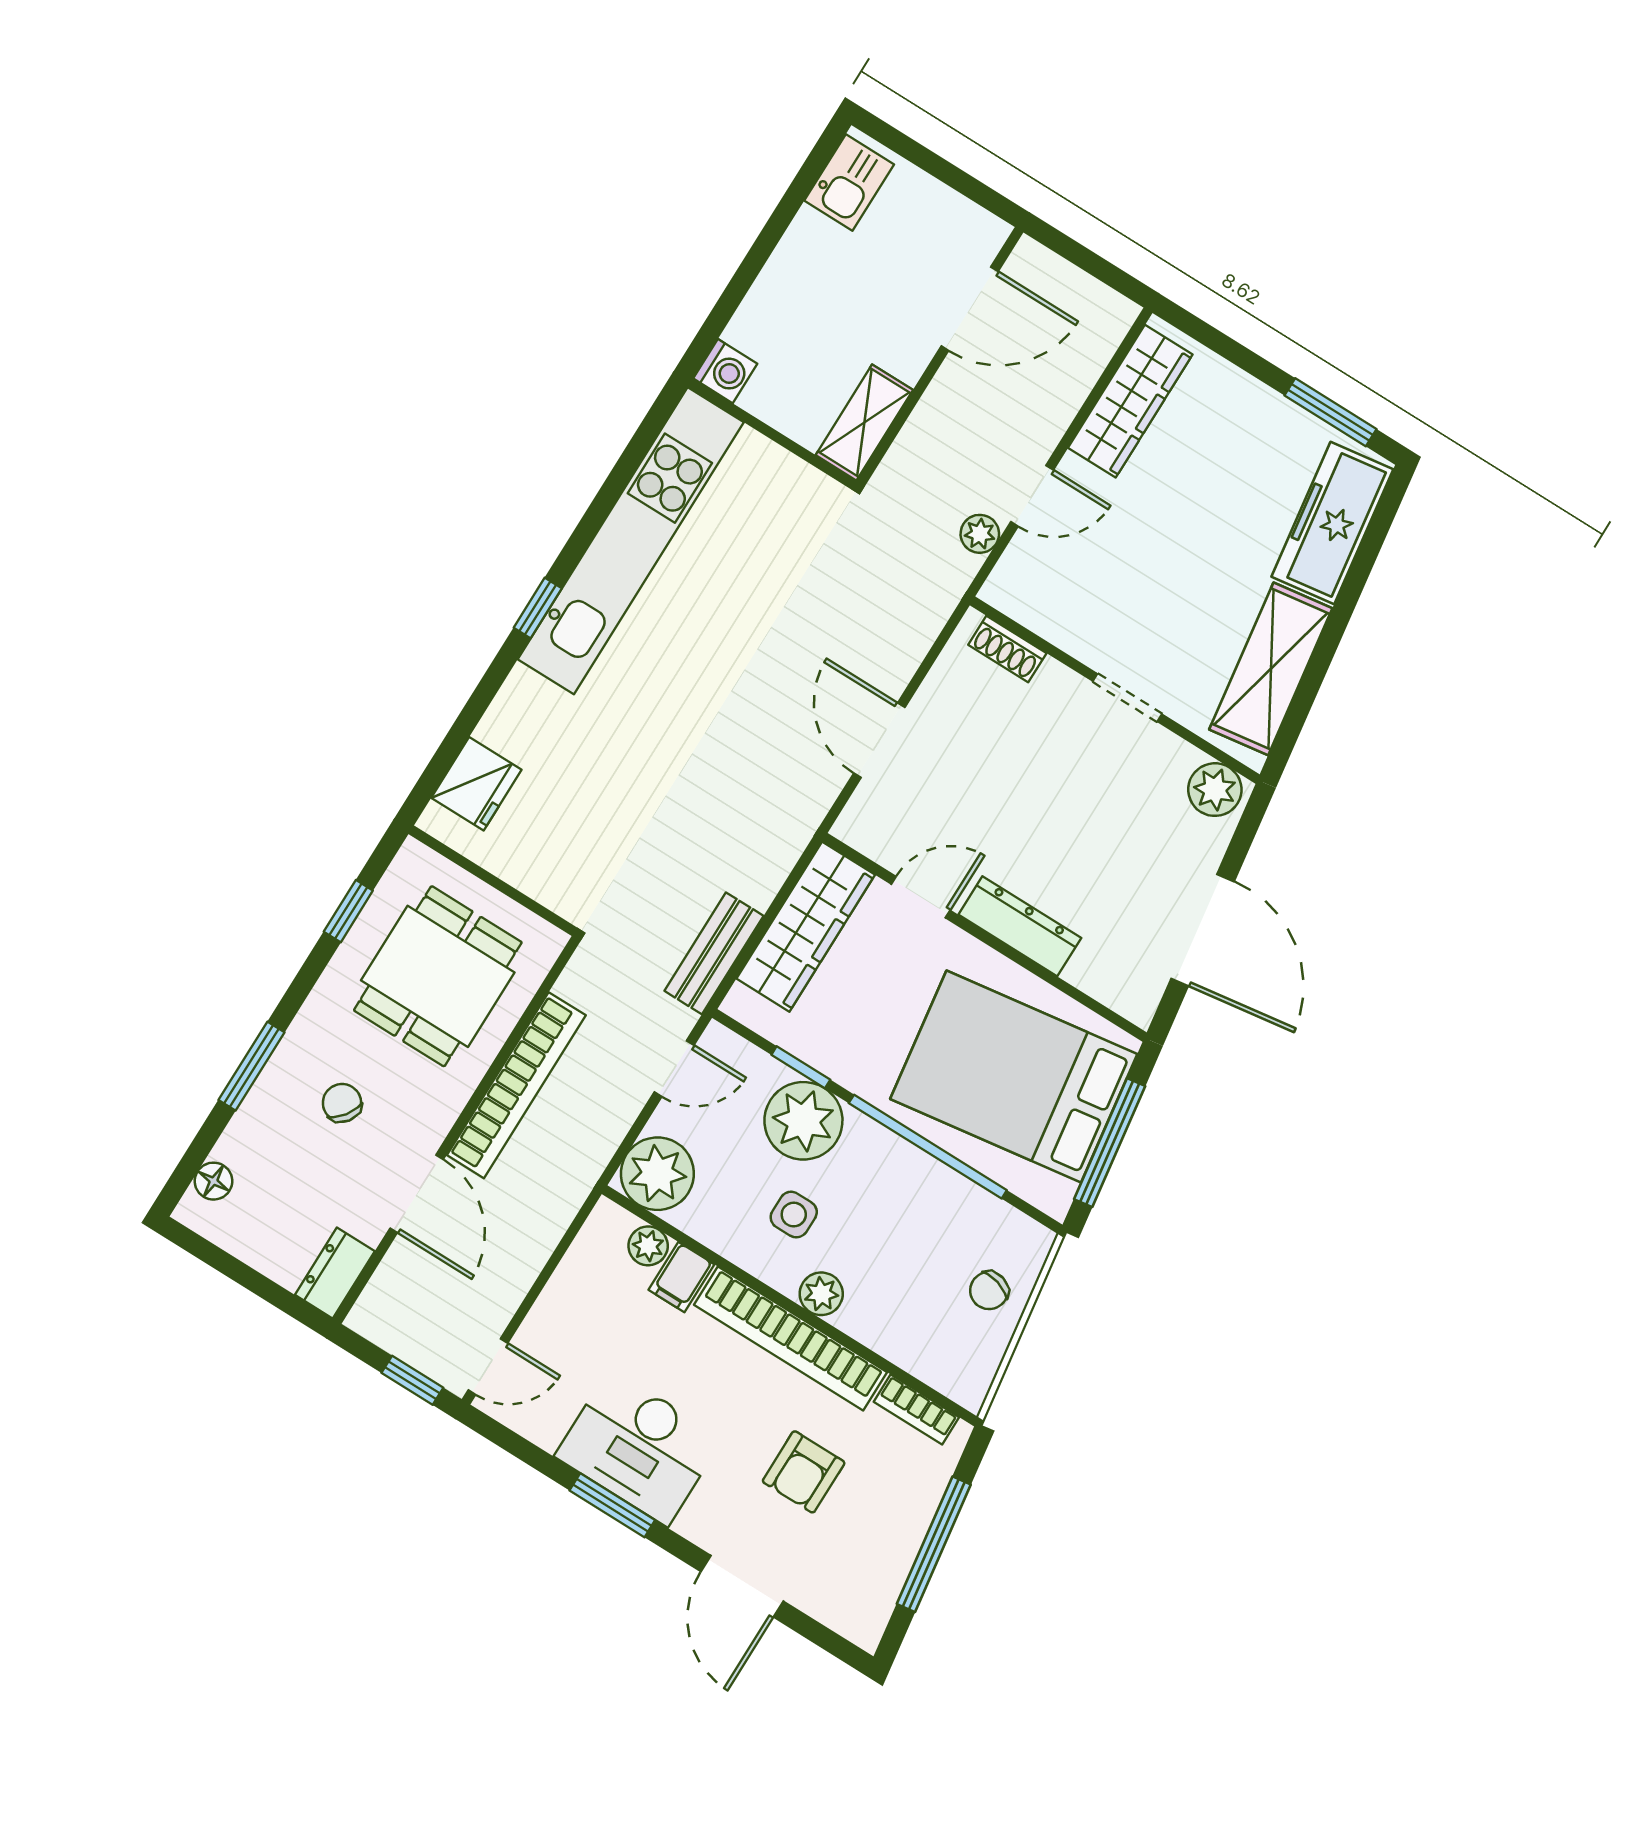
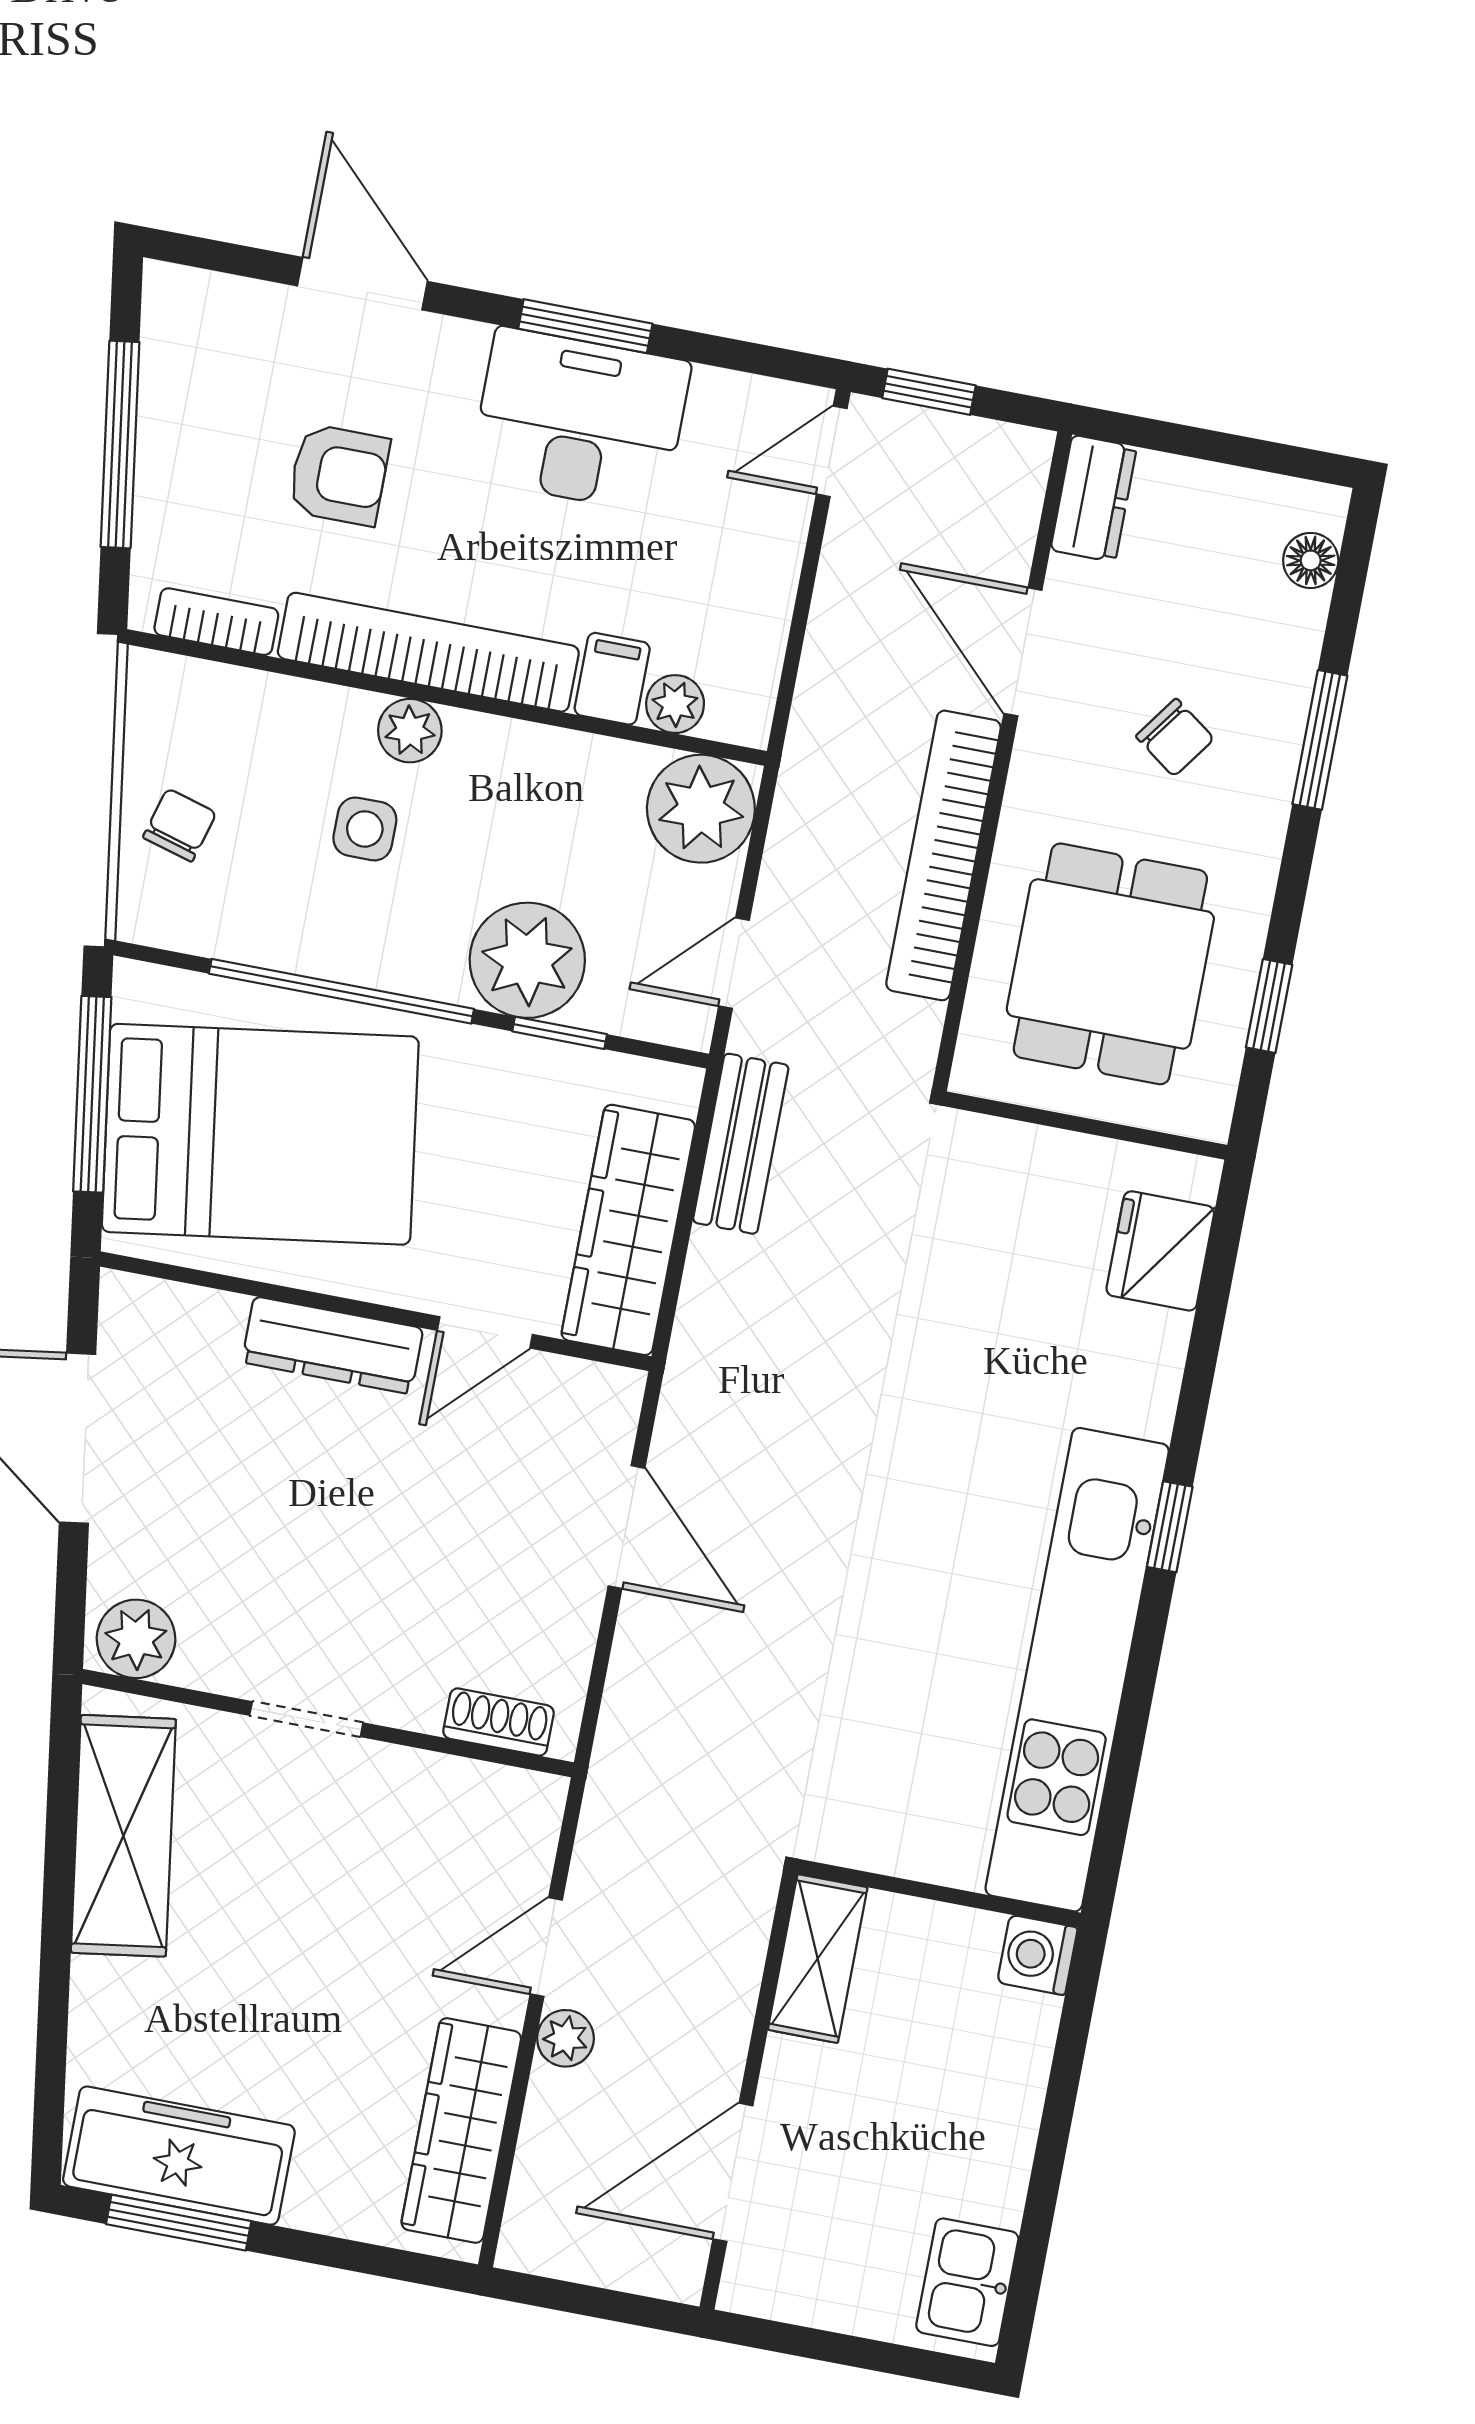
freezer: (1332, 523) -> (179, 2156), moved, turned -82
plant: (980, 534) -> (565, 2038), moved
side table: (794, 1215) -> (365, 829), moved
armchair: (804, 1472) -> (339, 475), turned 90

